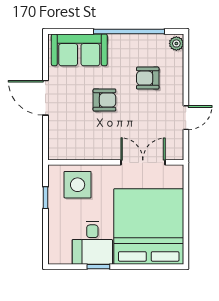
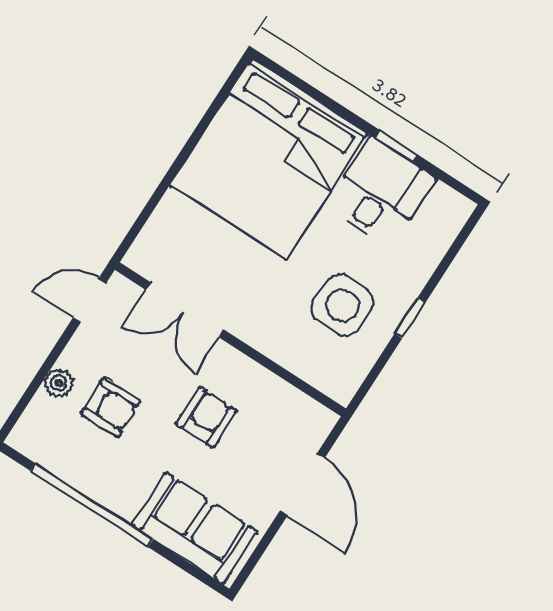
plant: (176, 43) -> (59, 383), moved
armchair: (104, 100) -> (206, 417), turned 90
wall: (116, 162) -> (230, 339), moved
double door: (143, 162) -> (185, 310), moved

